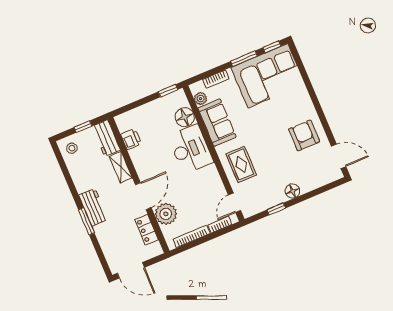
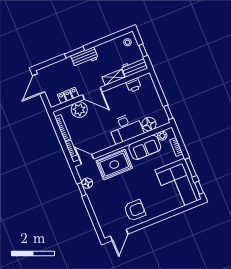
rug: (241, 164) -> (114, 165), width x1.36, depth x1.43
floor lamp: (292, 191) -> (87, 183), moved

